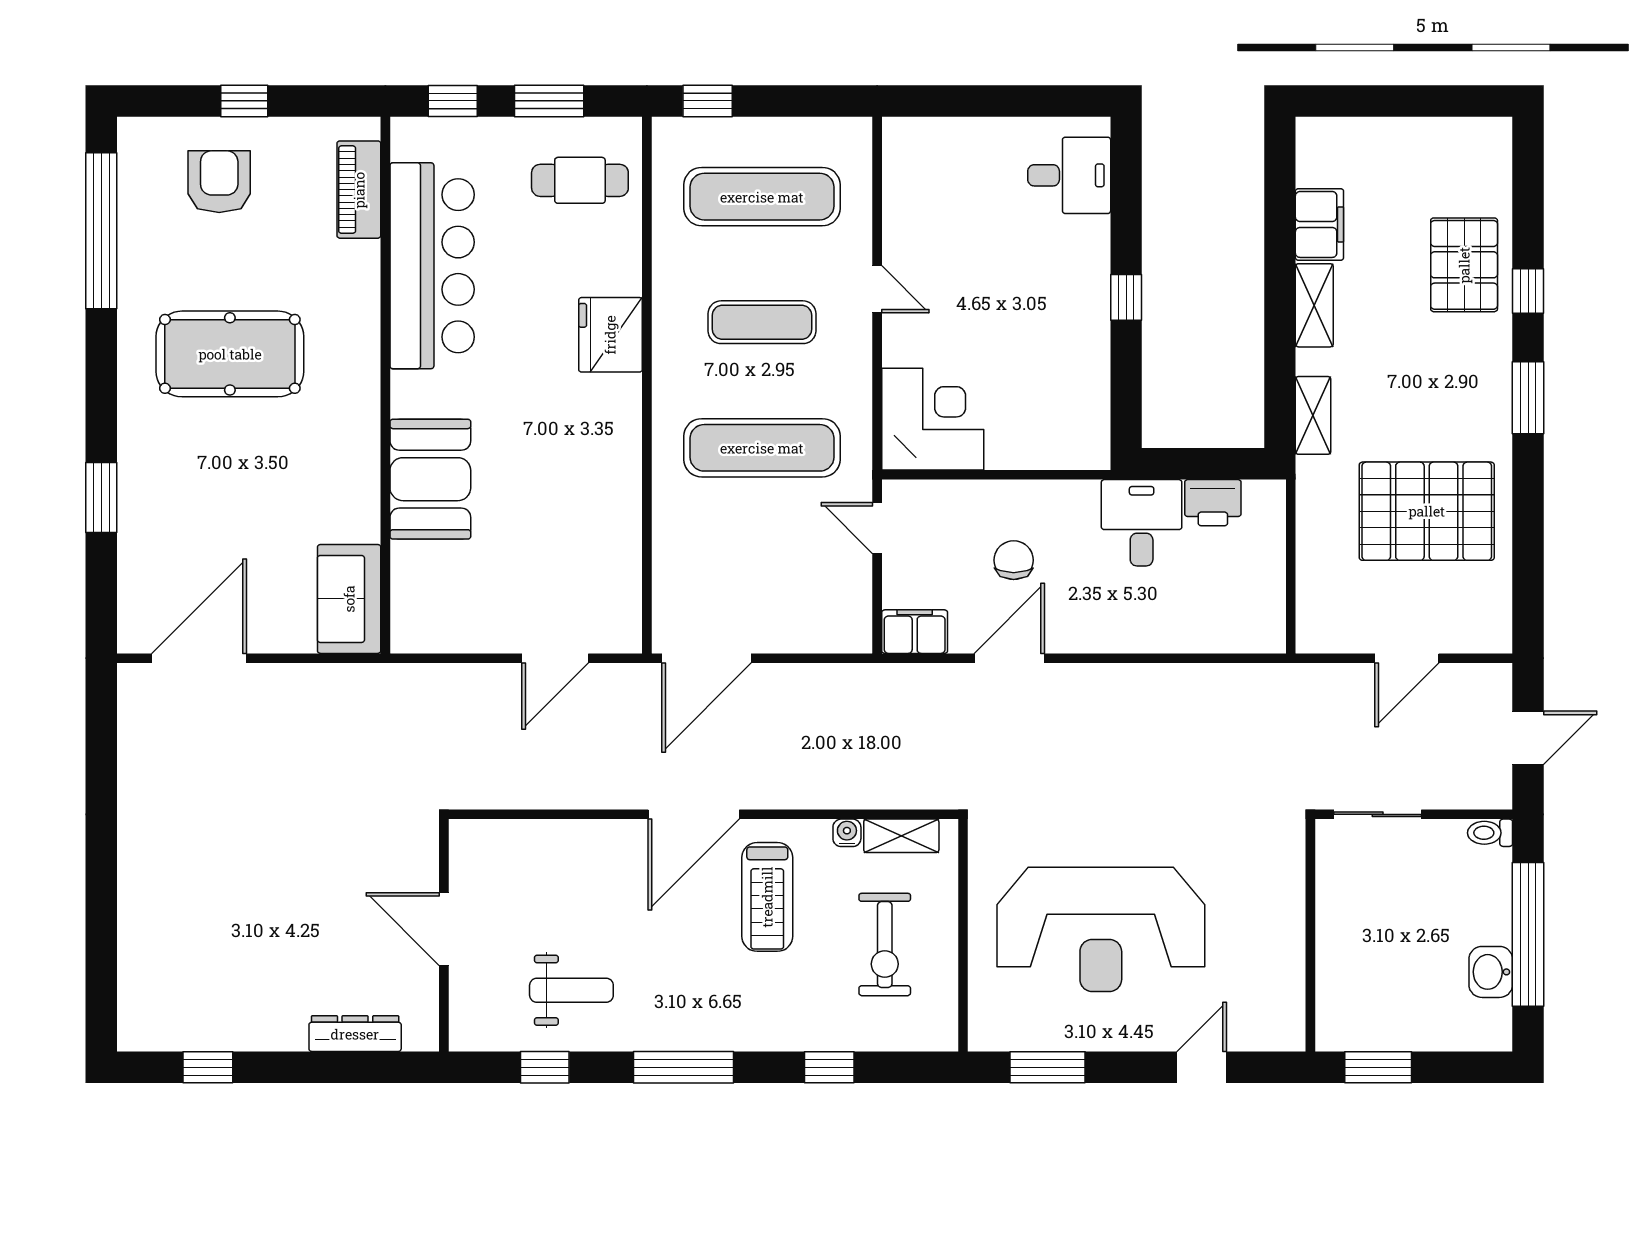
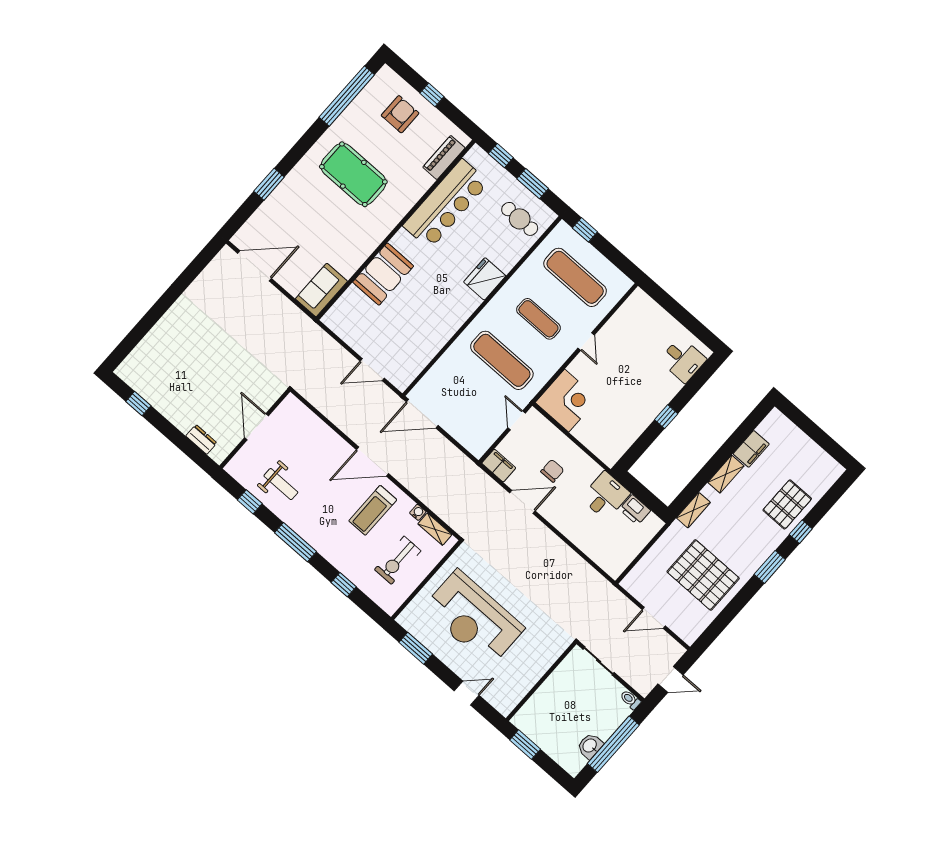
dresser: (355, 1034) -> (201, 439), width x0.70

